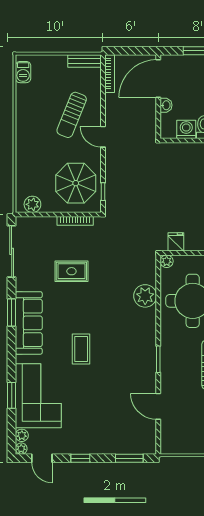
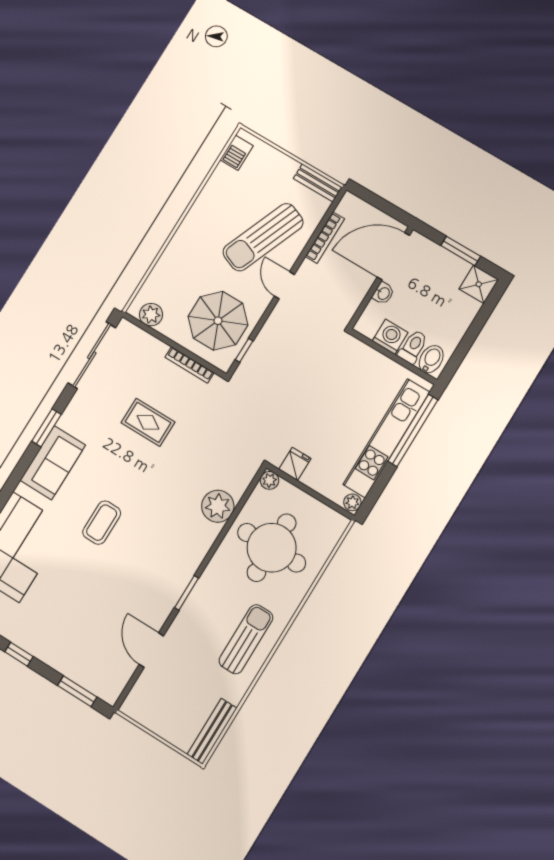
bookcase: (110, 74) -> (325, 238), moved
sun lounger: (72, 115) -> (263, 237), width x1.36, depth x1.34
sofa: (29, 323) -> (53, 463), width x0.73

